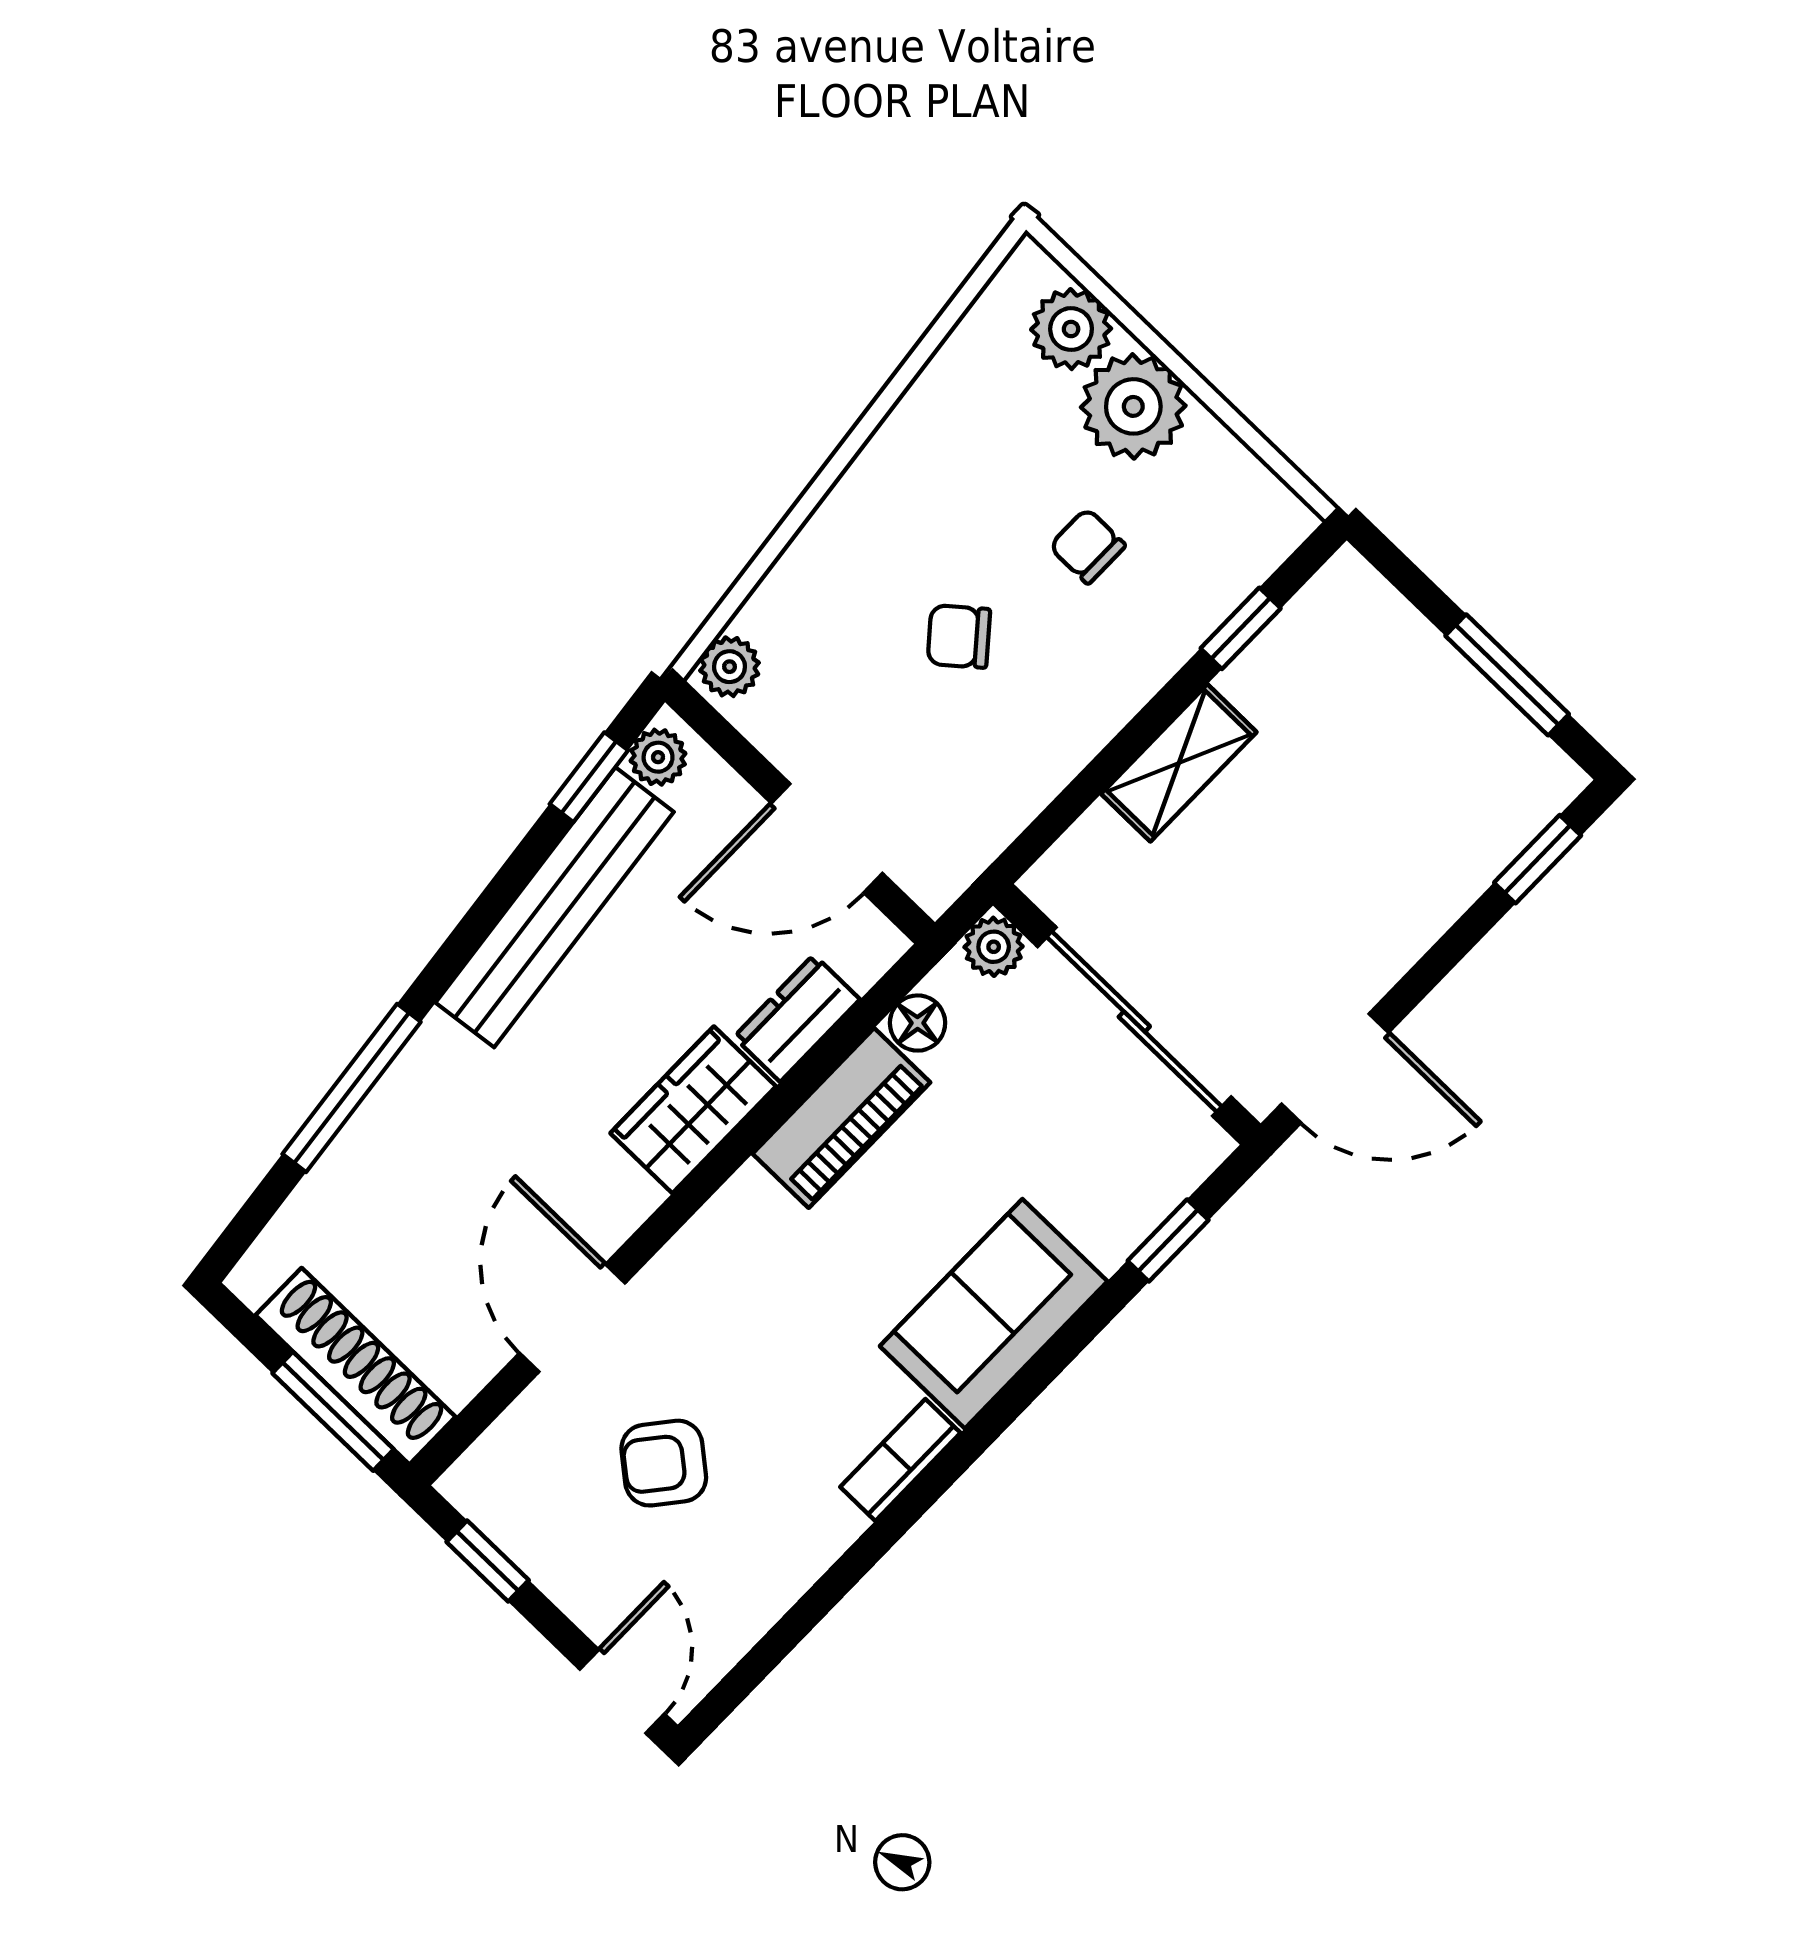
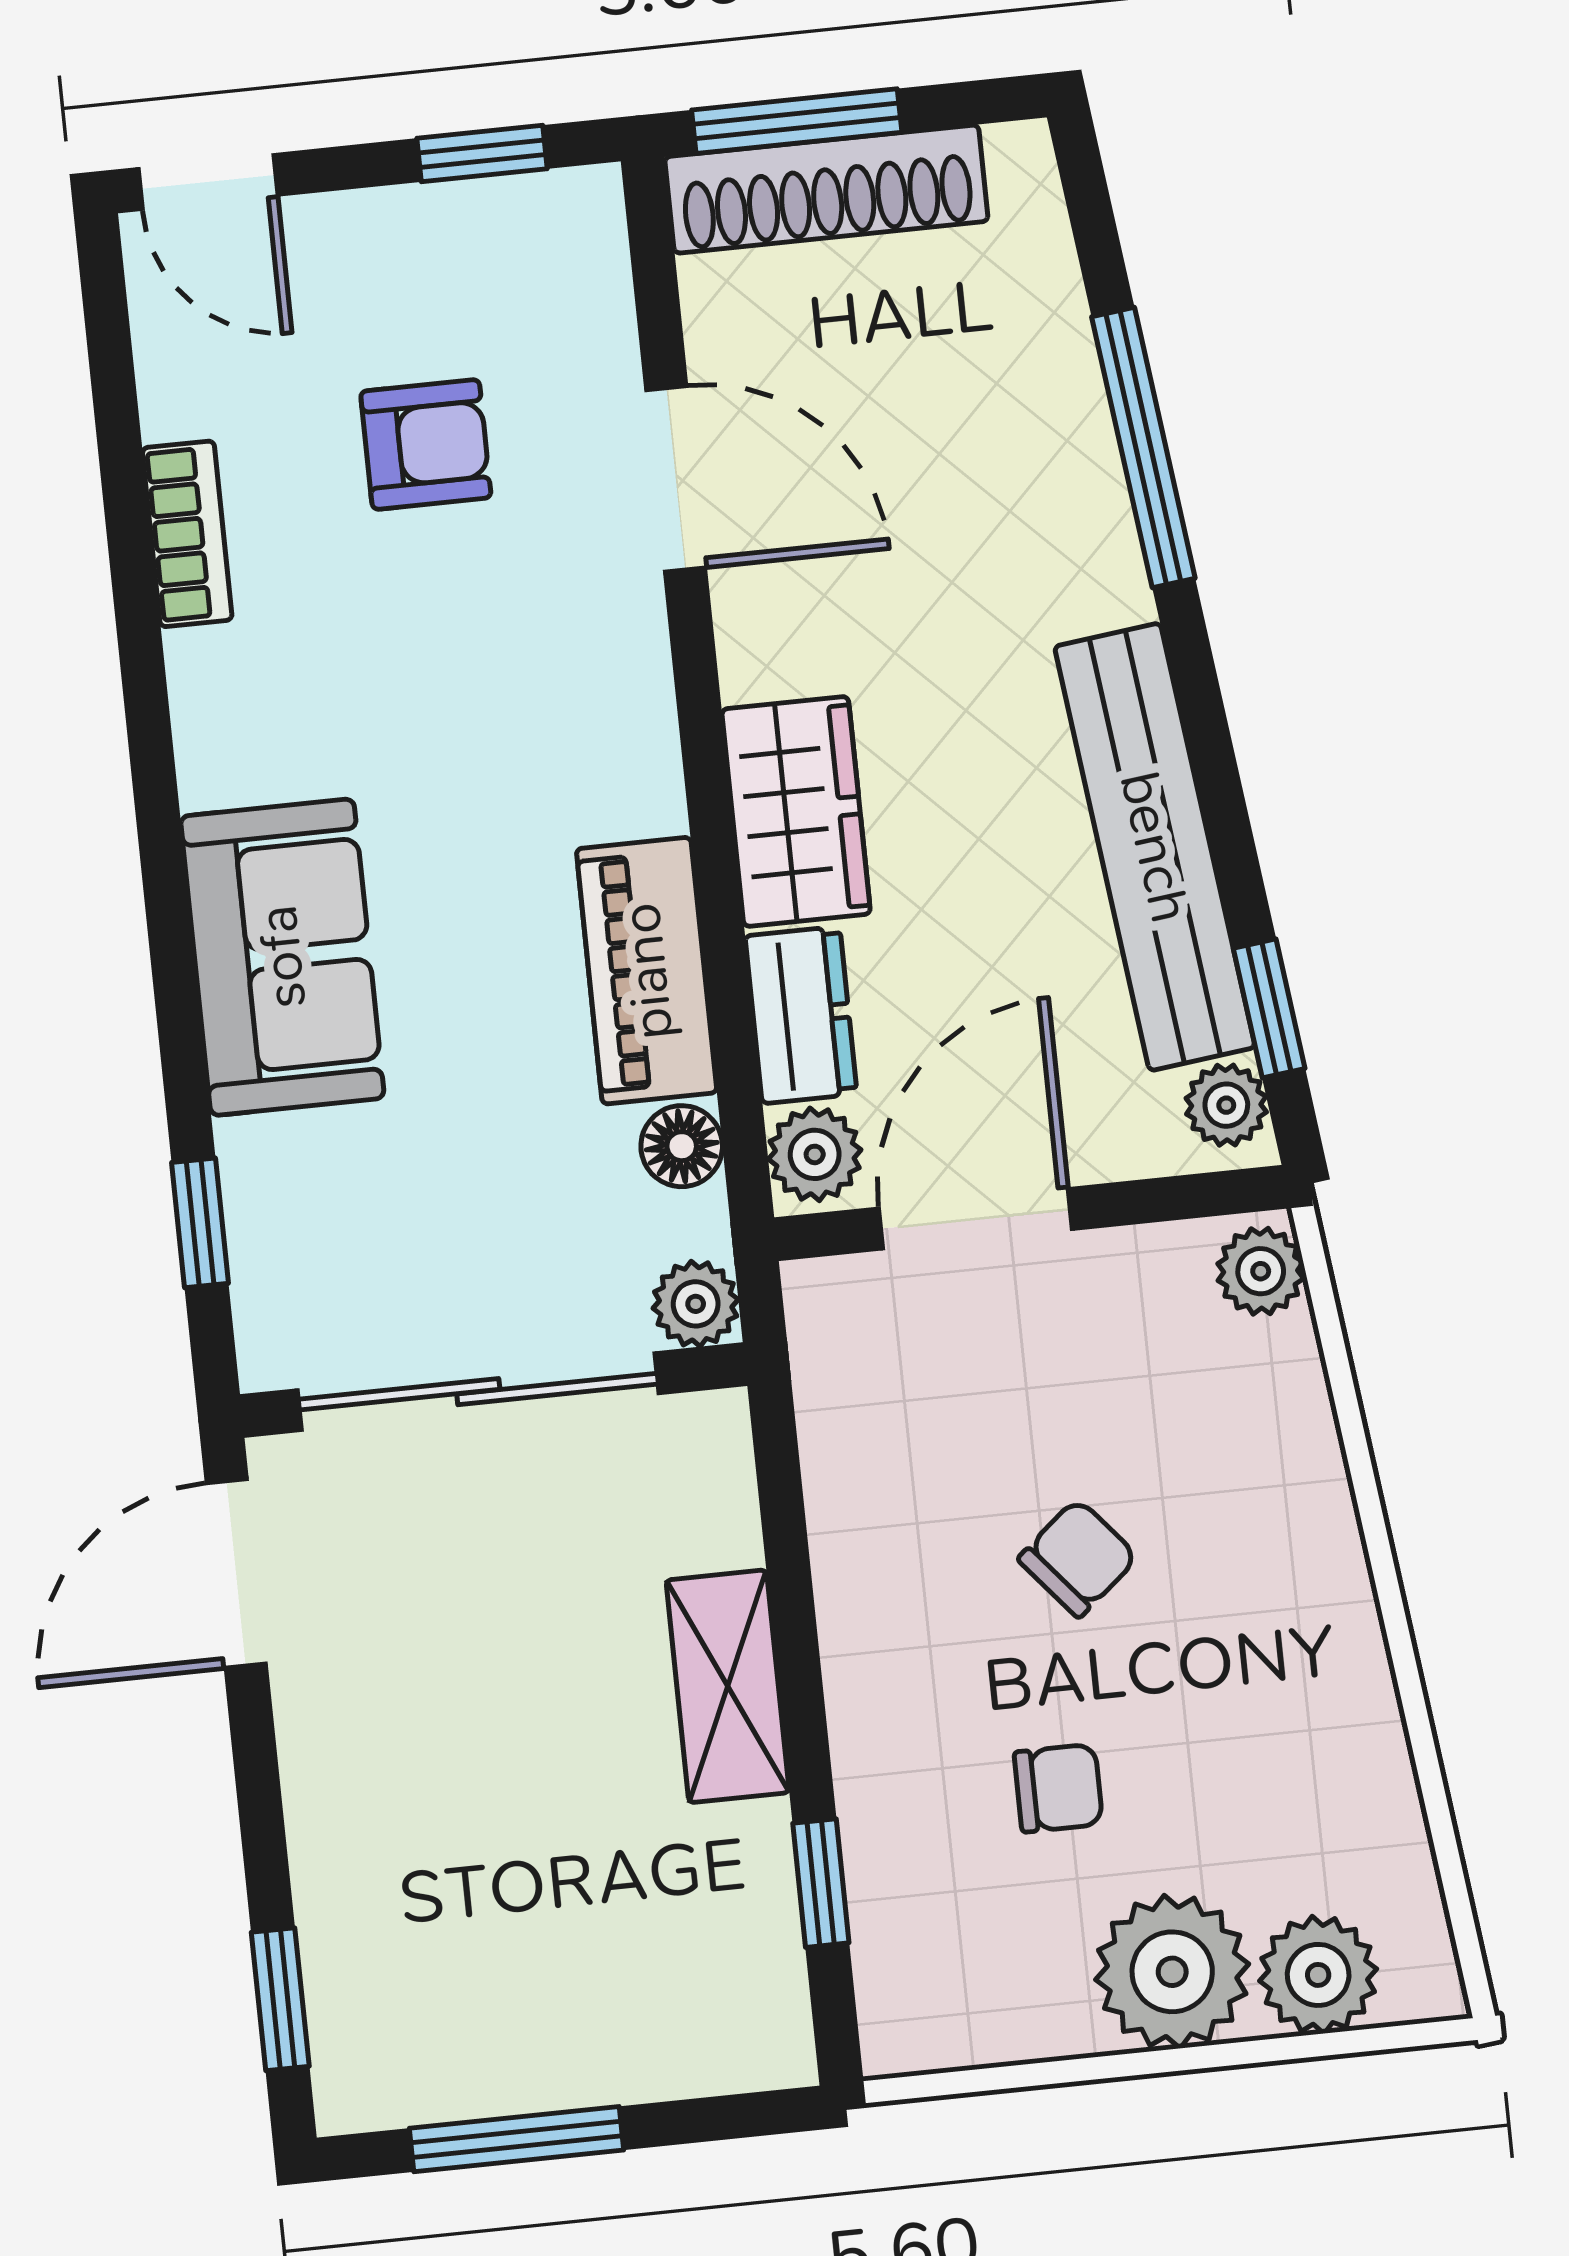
plant: (864, 950) -> (815, 1154), added
bookcase: (900, 1460) -> (187, 534), moved
armchair: (664, 1463) -> (426, 444), turned 51

